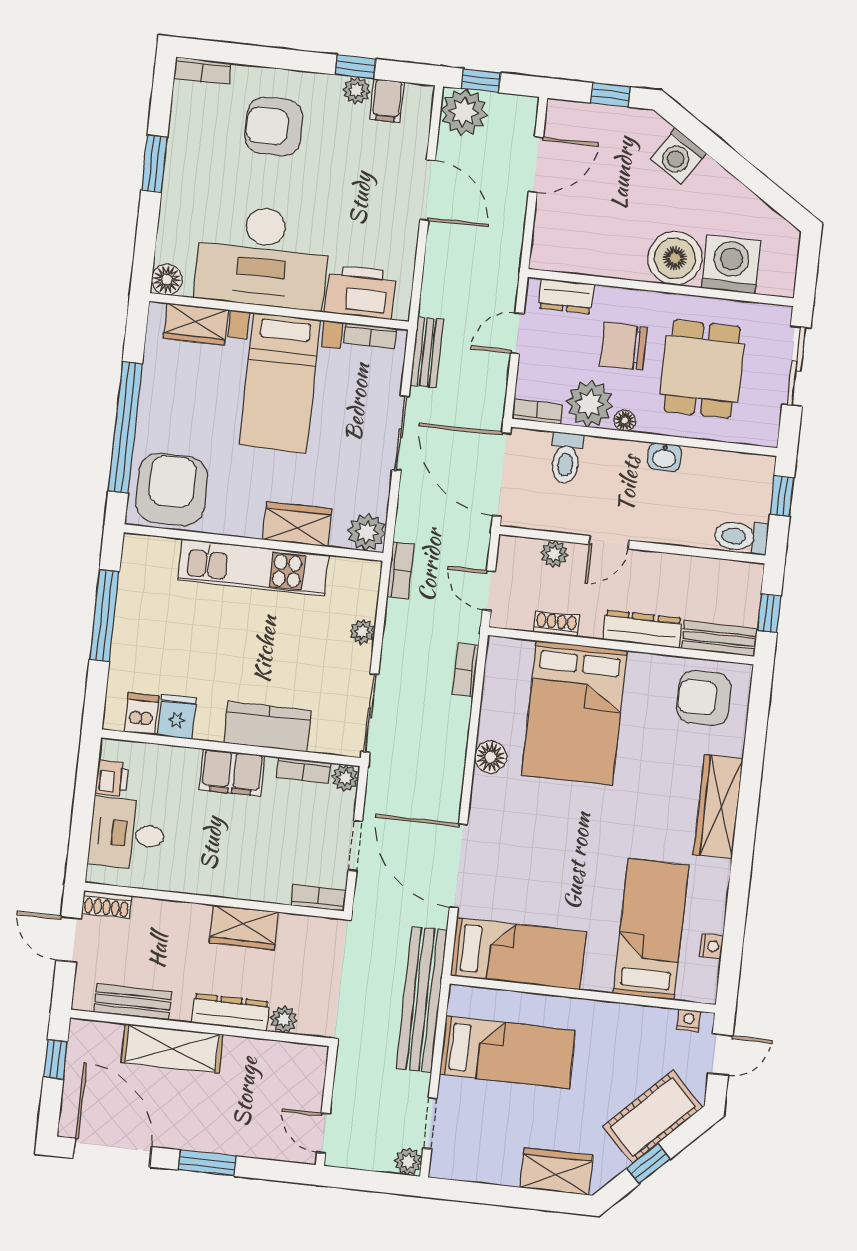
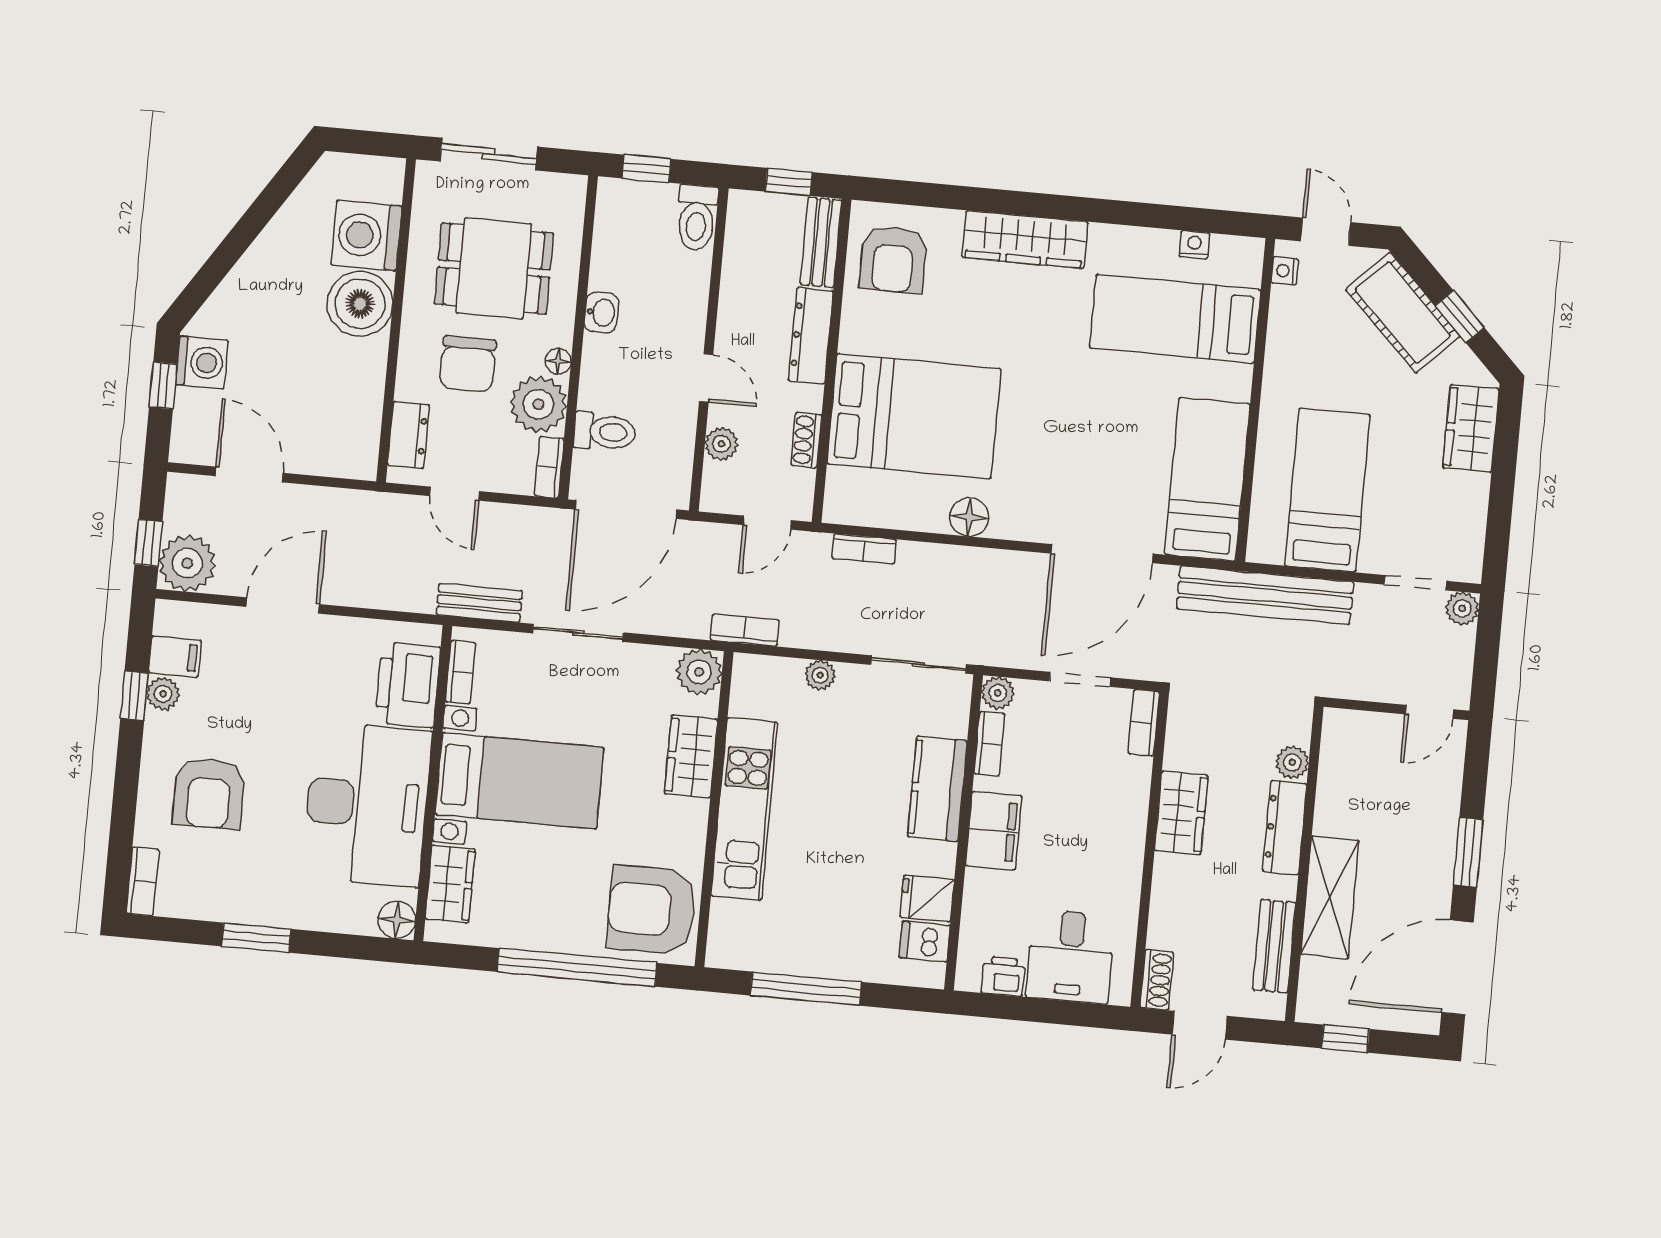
washing machine: (678, 156) -> (202, 362), moved, turned -33

